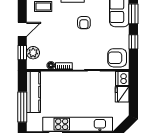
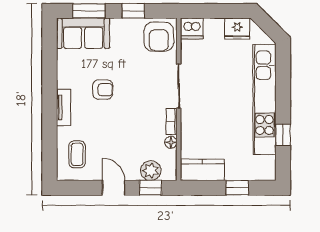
kitchen counter: (34, 92) -> (202, 170), width x0.67
fridge: (122, 94) -> (237, 29), moved
window: (22, 107) -> (237, 188), width x0.46

